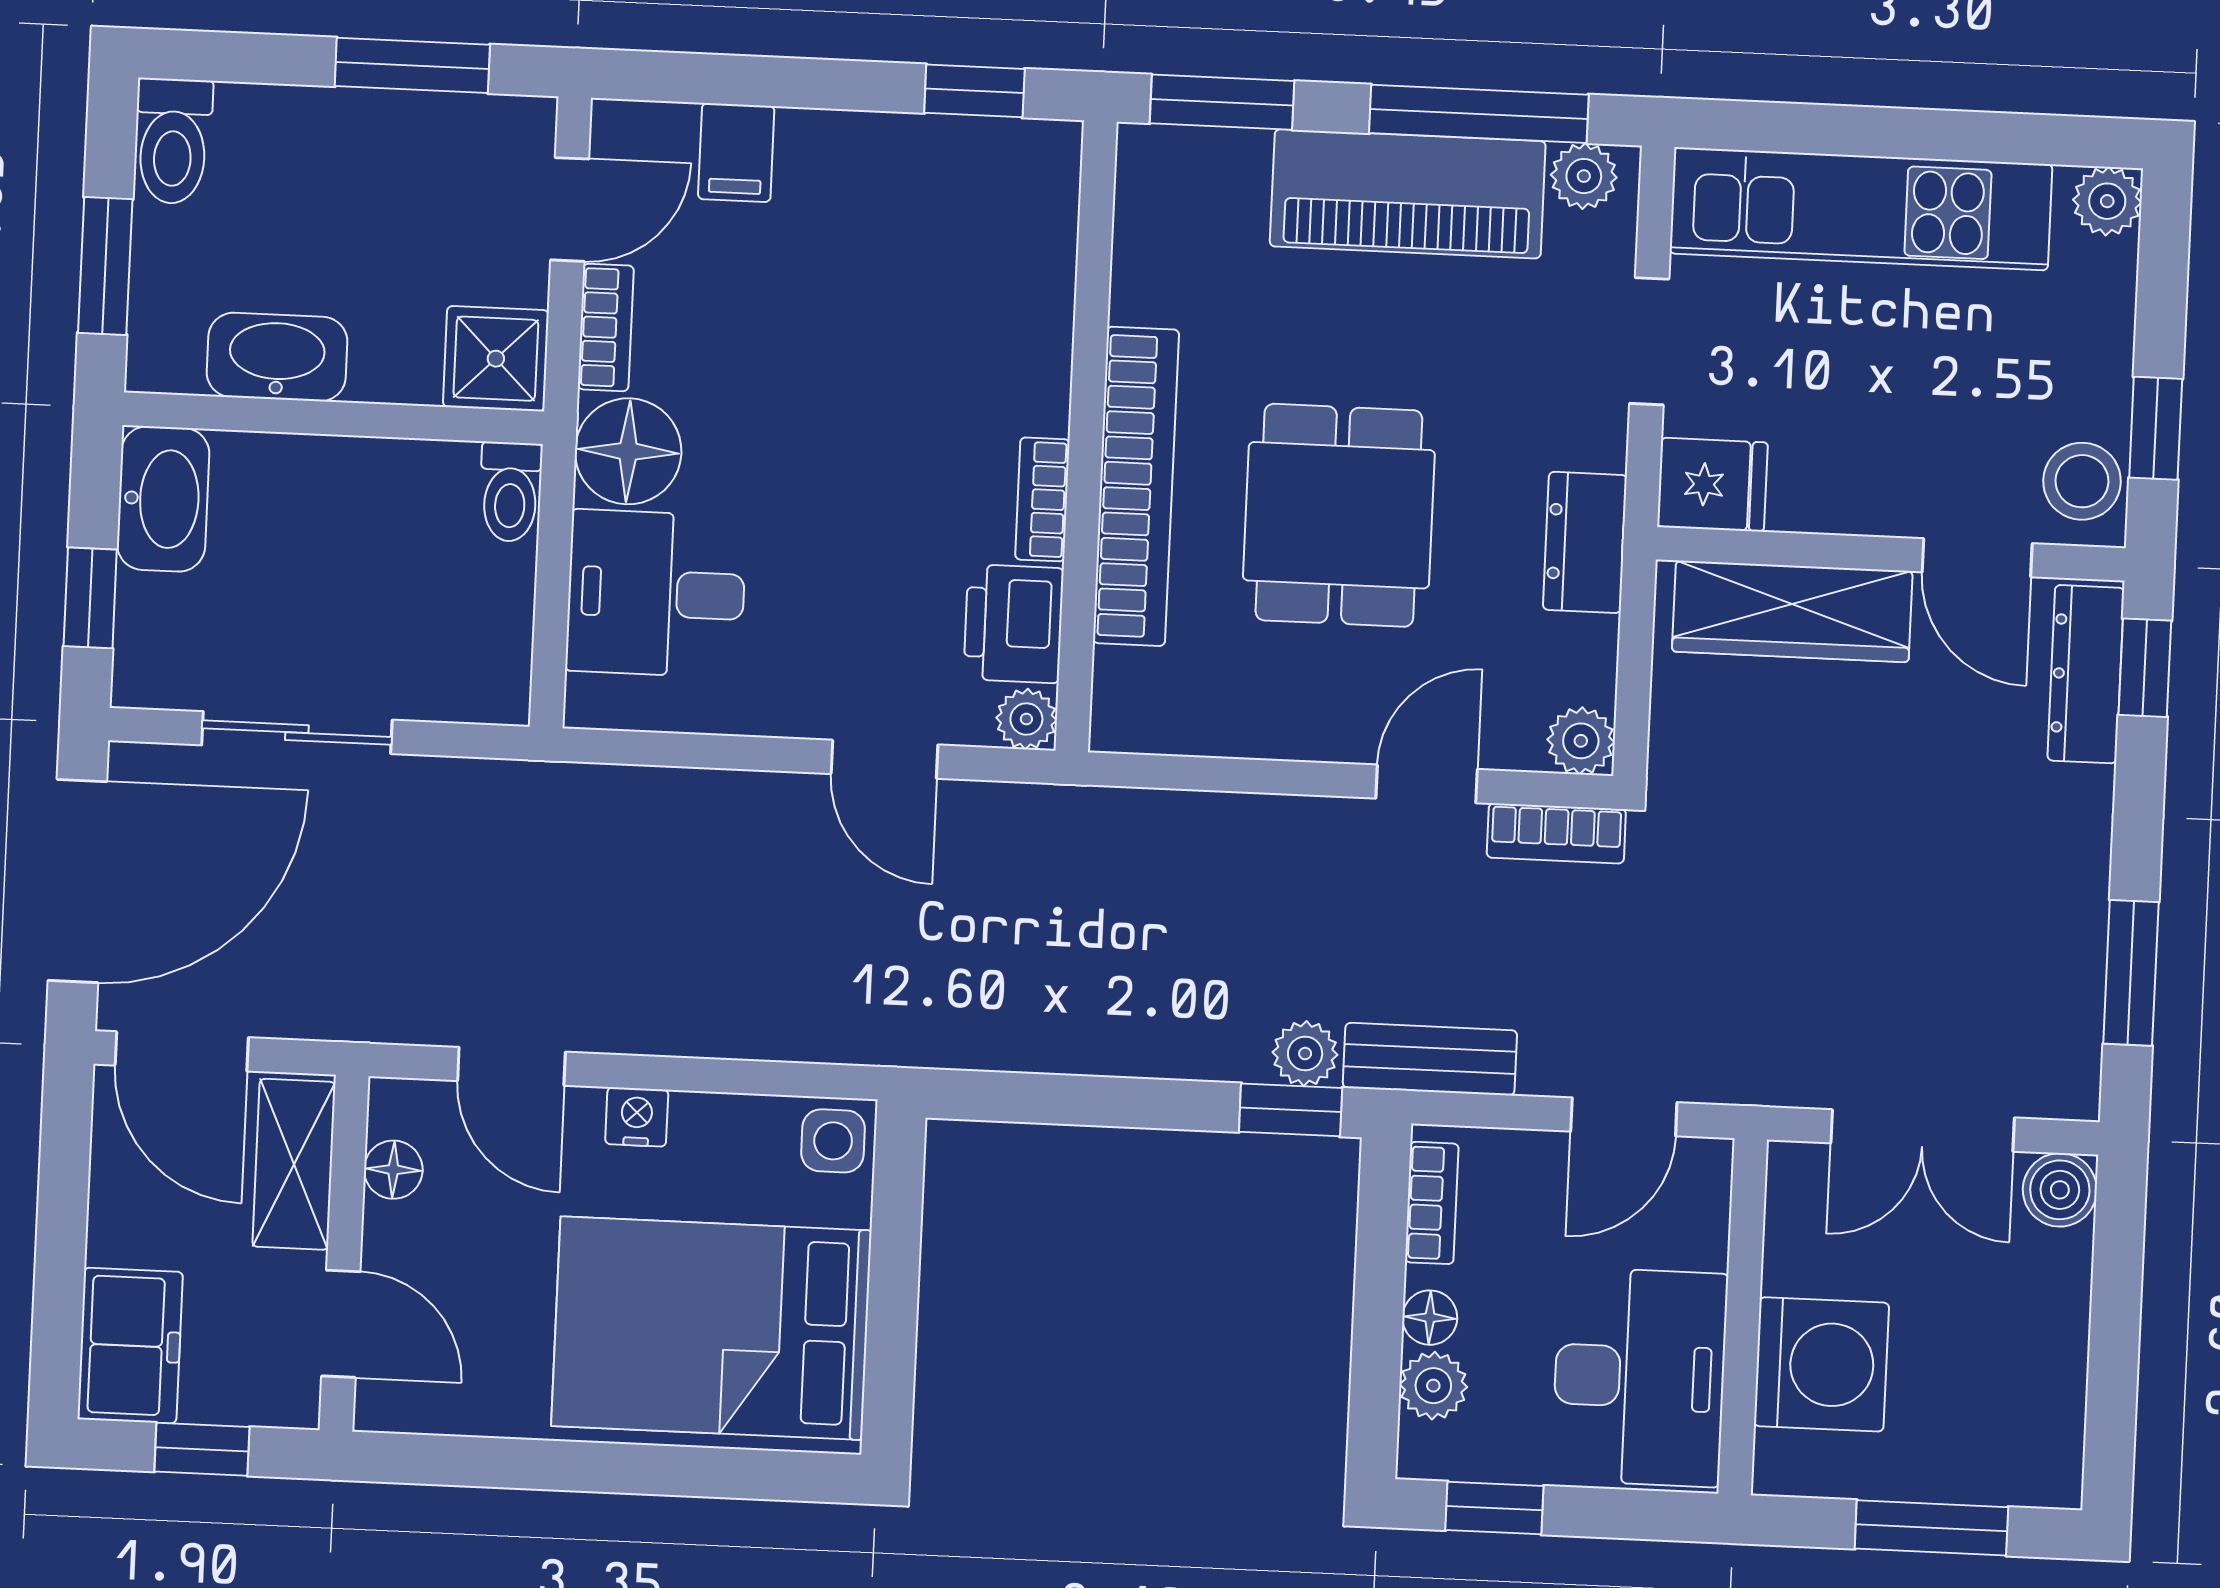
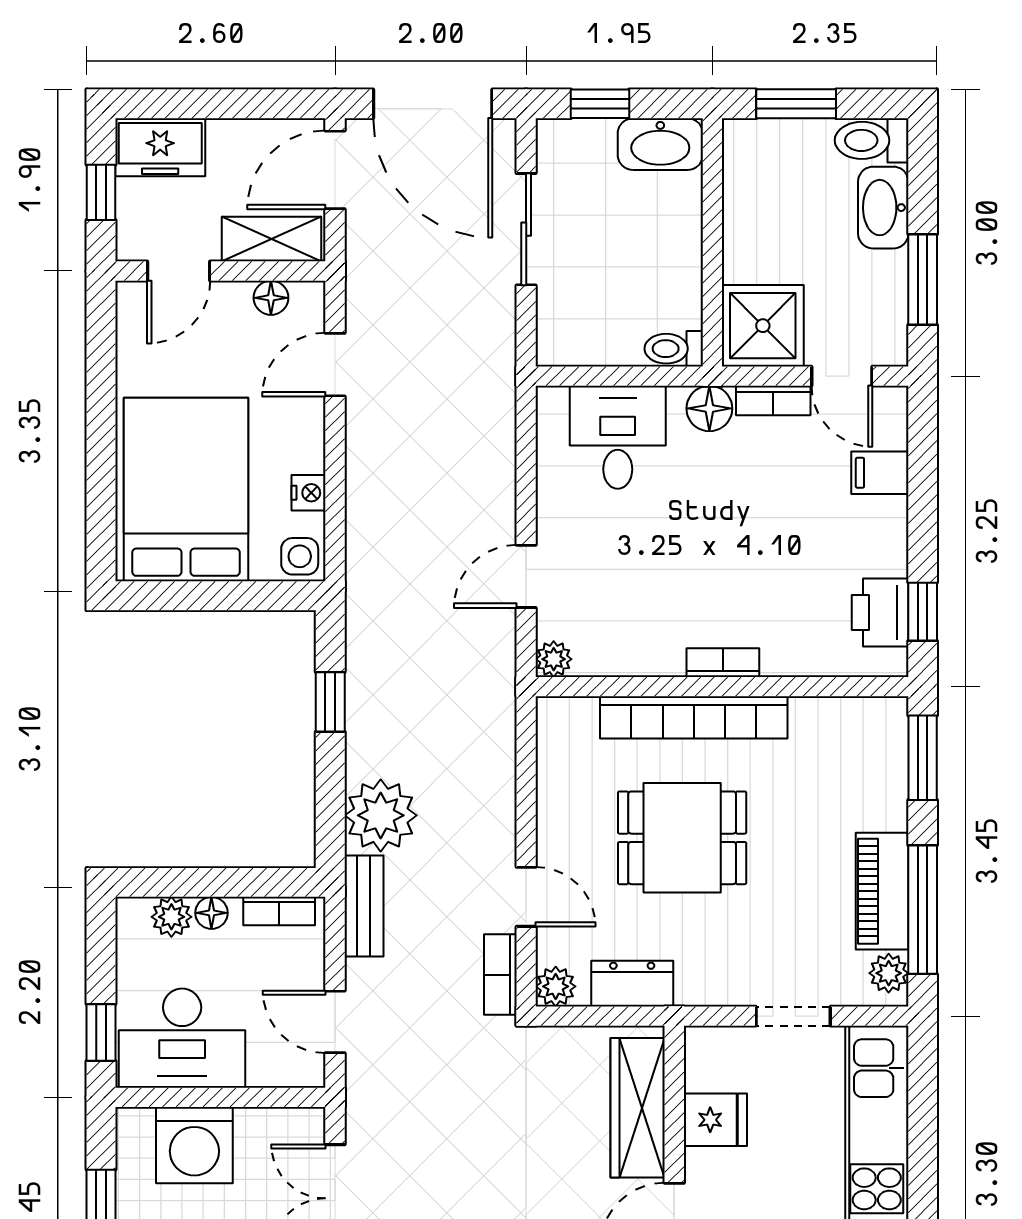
piano: (1408, 194) -> (882, 891), width x0.73, depth x0.75
washbasin: (277, 357) -> (883, 208), moved, turned 180
shower: (496, 359) -> (763, 326), width x1.36, depth x1.36
floor lamp: (628, 451) -> (709, 408), width x0.73, depth x0.73
fridge: (1712, 485) -> (715, 1120), moved, turned -90
bookcase: (1042, 499) -> (723, 663), moved
dresser: (1585, 542) -> (632, 984), moved
printer: (1013, 624) -> (880, 612), moved, turned -90
plant: (1305, 1054) -> (381, 815), width x1.88, depth x1.88
window: (1291, 1110) -> (330, 702), moved
nightstand: (637, 1117) -> (309, 493), moved
window: (1494, 1508) -> (101, 1033), moved

